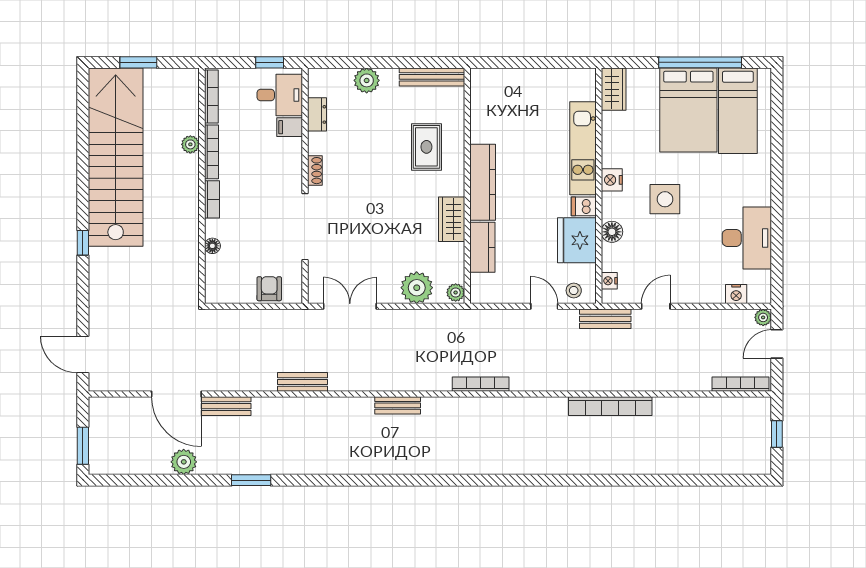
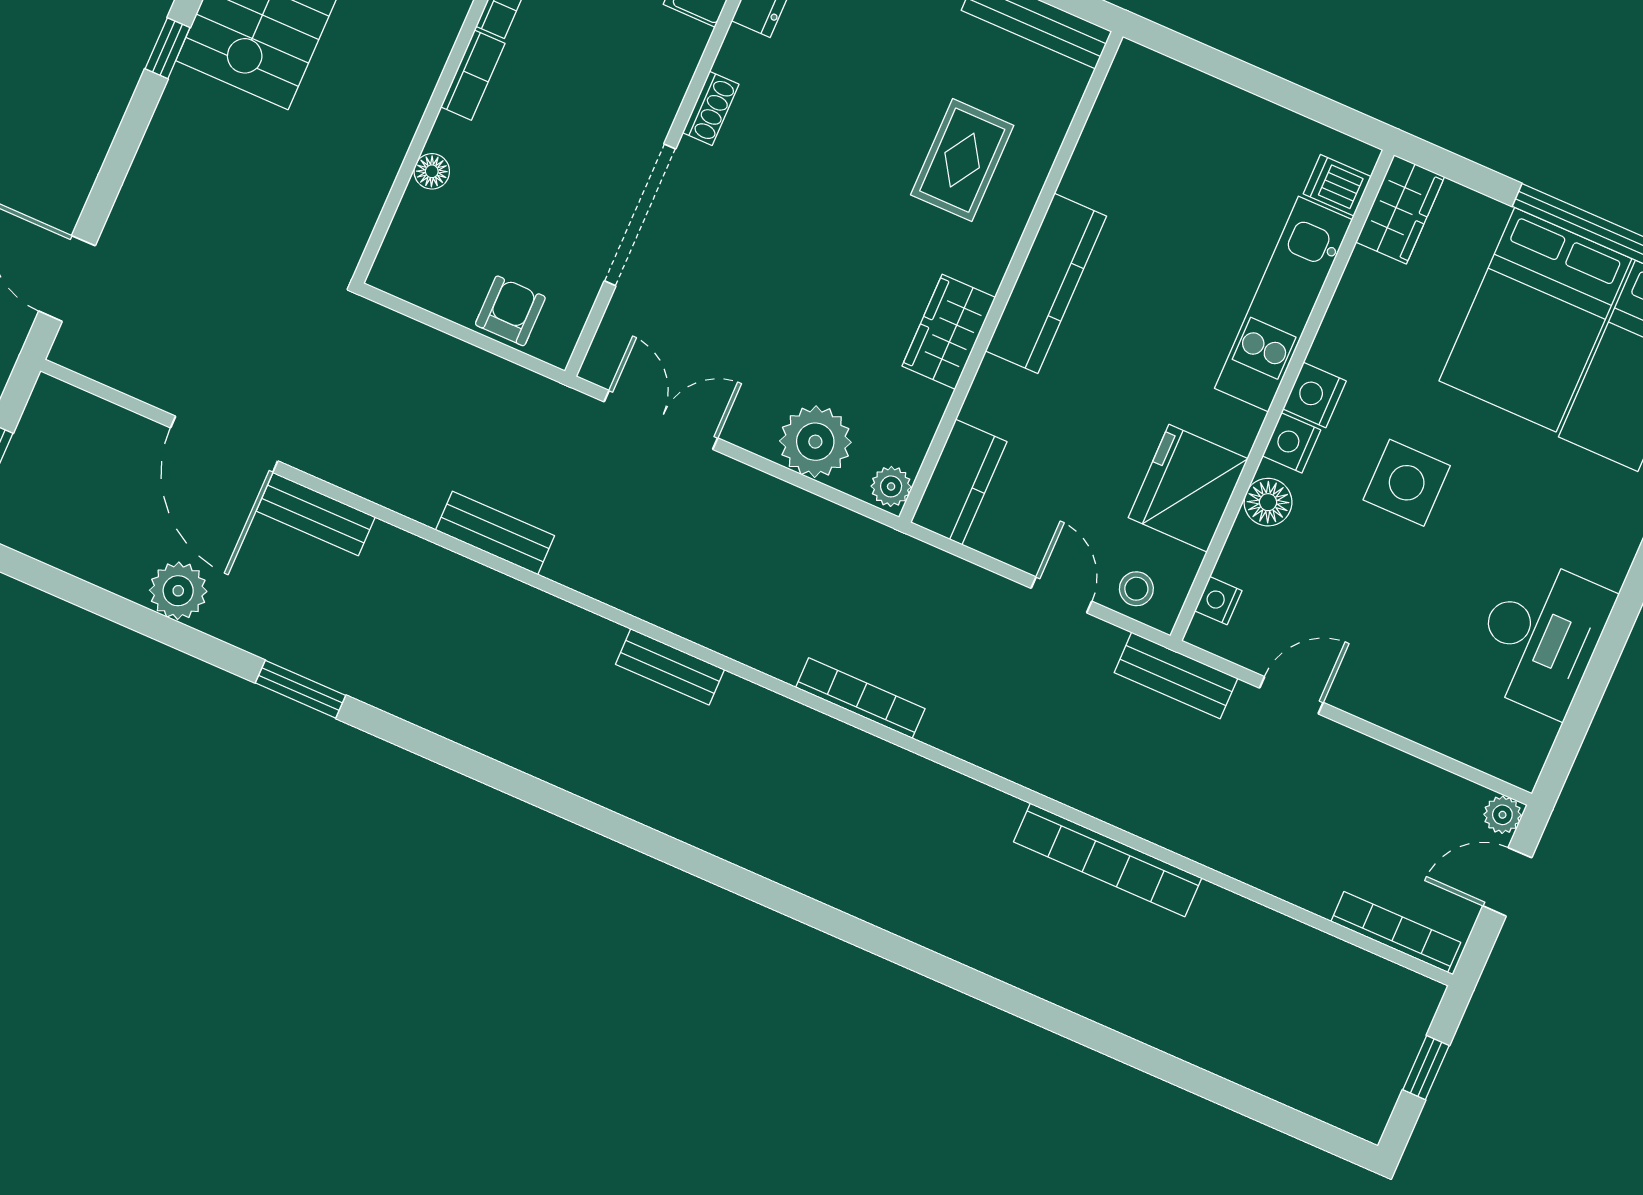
dishwasher: (584, 206) -> (1337, 185), moved
kitchen counter: (482, 247) -> (959, 482), moved
nightstand: (736, 294) -> (1292, 443), moved, turned 90

